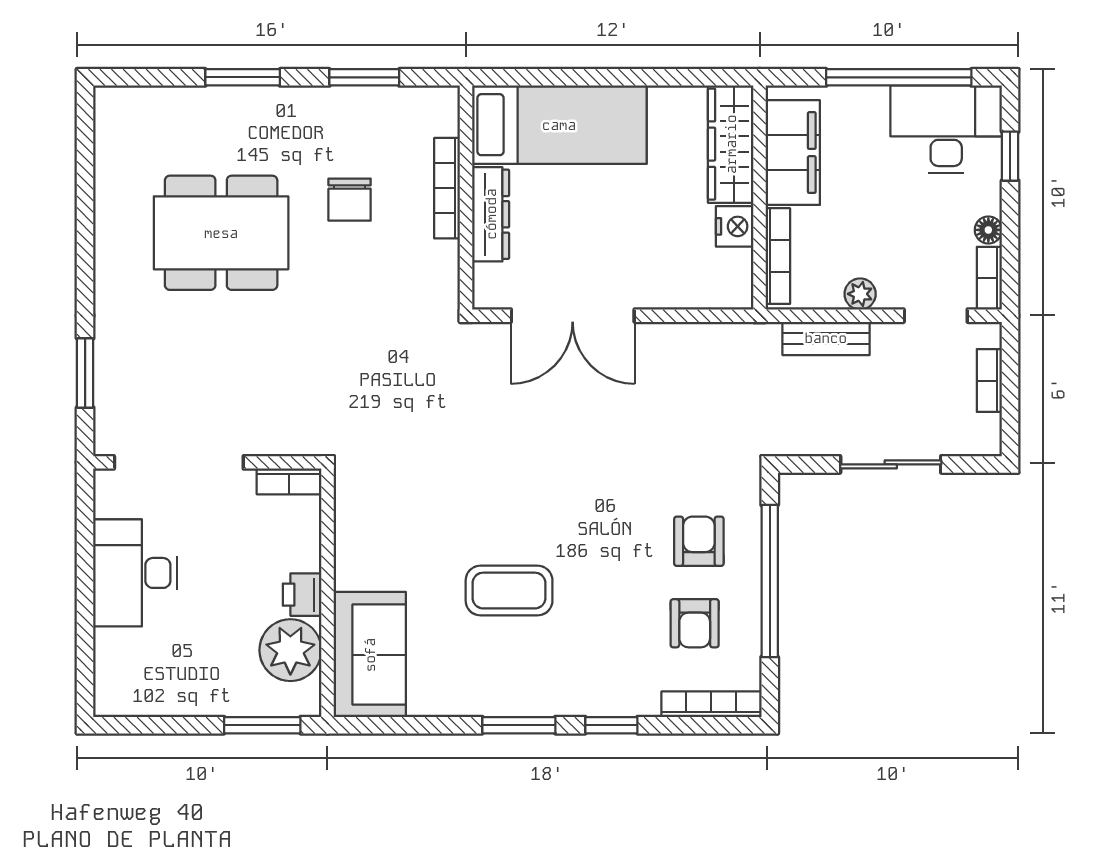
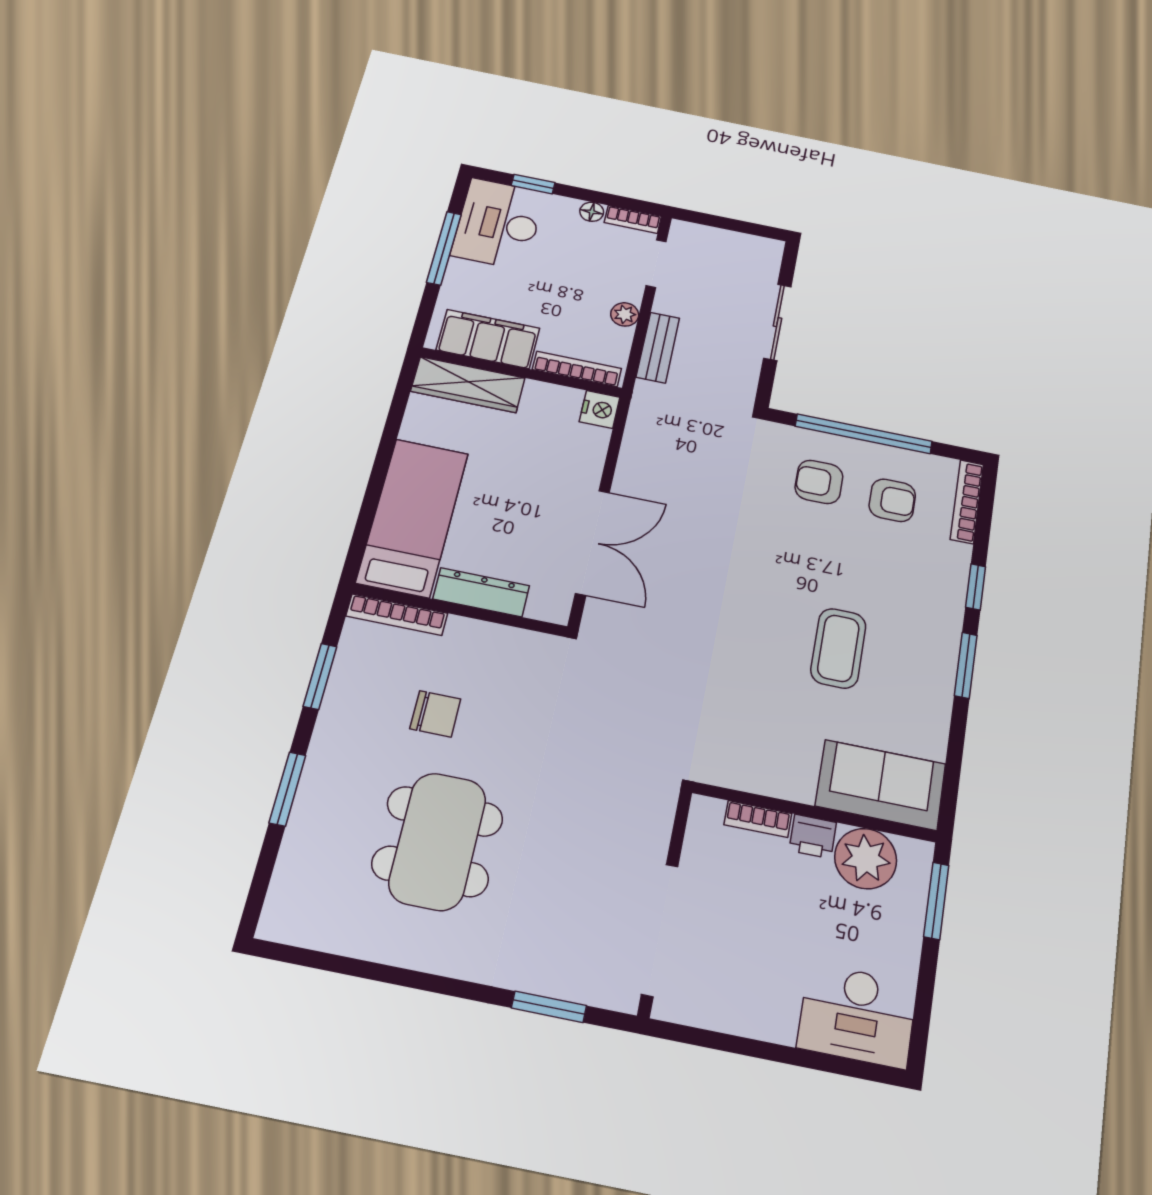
window: (899, 77) -> (444, 248), width x0.68
bookcase: (447, 188) -> (397, 615), moved
nightstand: (735, 226) -> (600, 409), moved, turned 90
bookcase: (989, 381) -> (720, 237), removed
bookcase: (289, 481) -> (758, 819), moved, turned 90
desk: (135, 573) -> (857, 1015), moved

